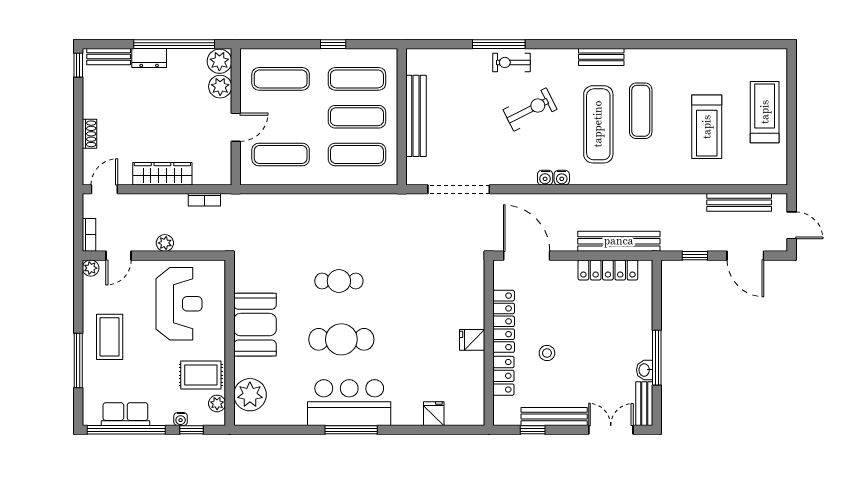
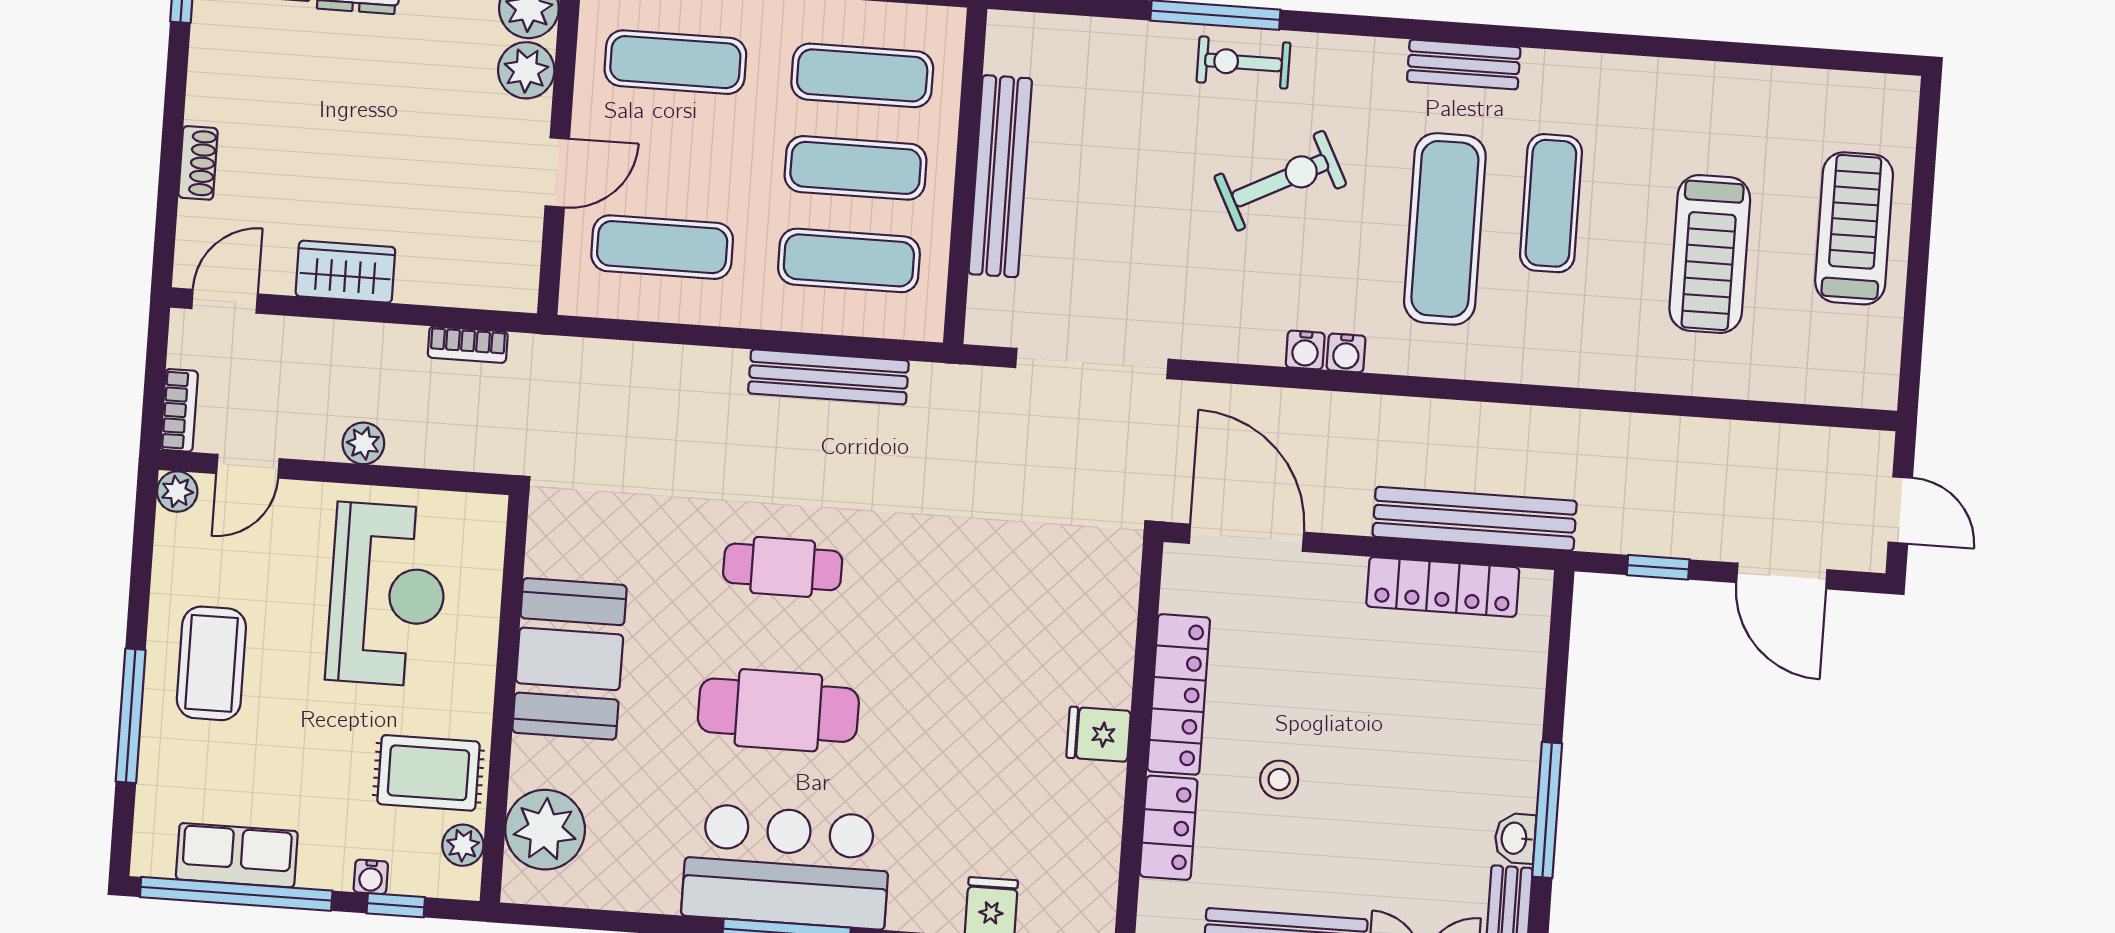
wardrobe: (162, 174) -> (345, 272), width x0.67
bench: (739, 202) -> (828, 377), moved

